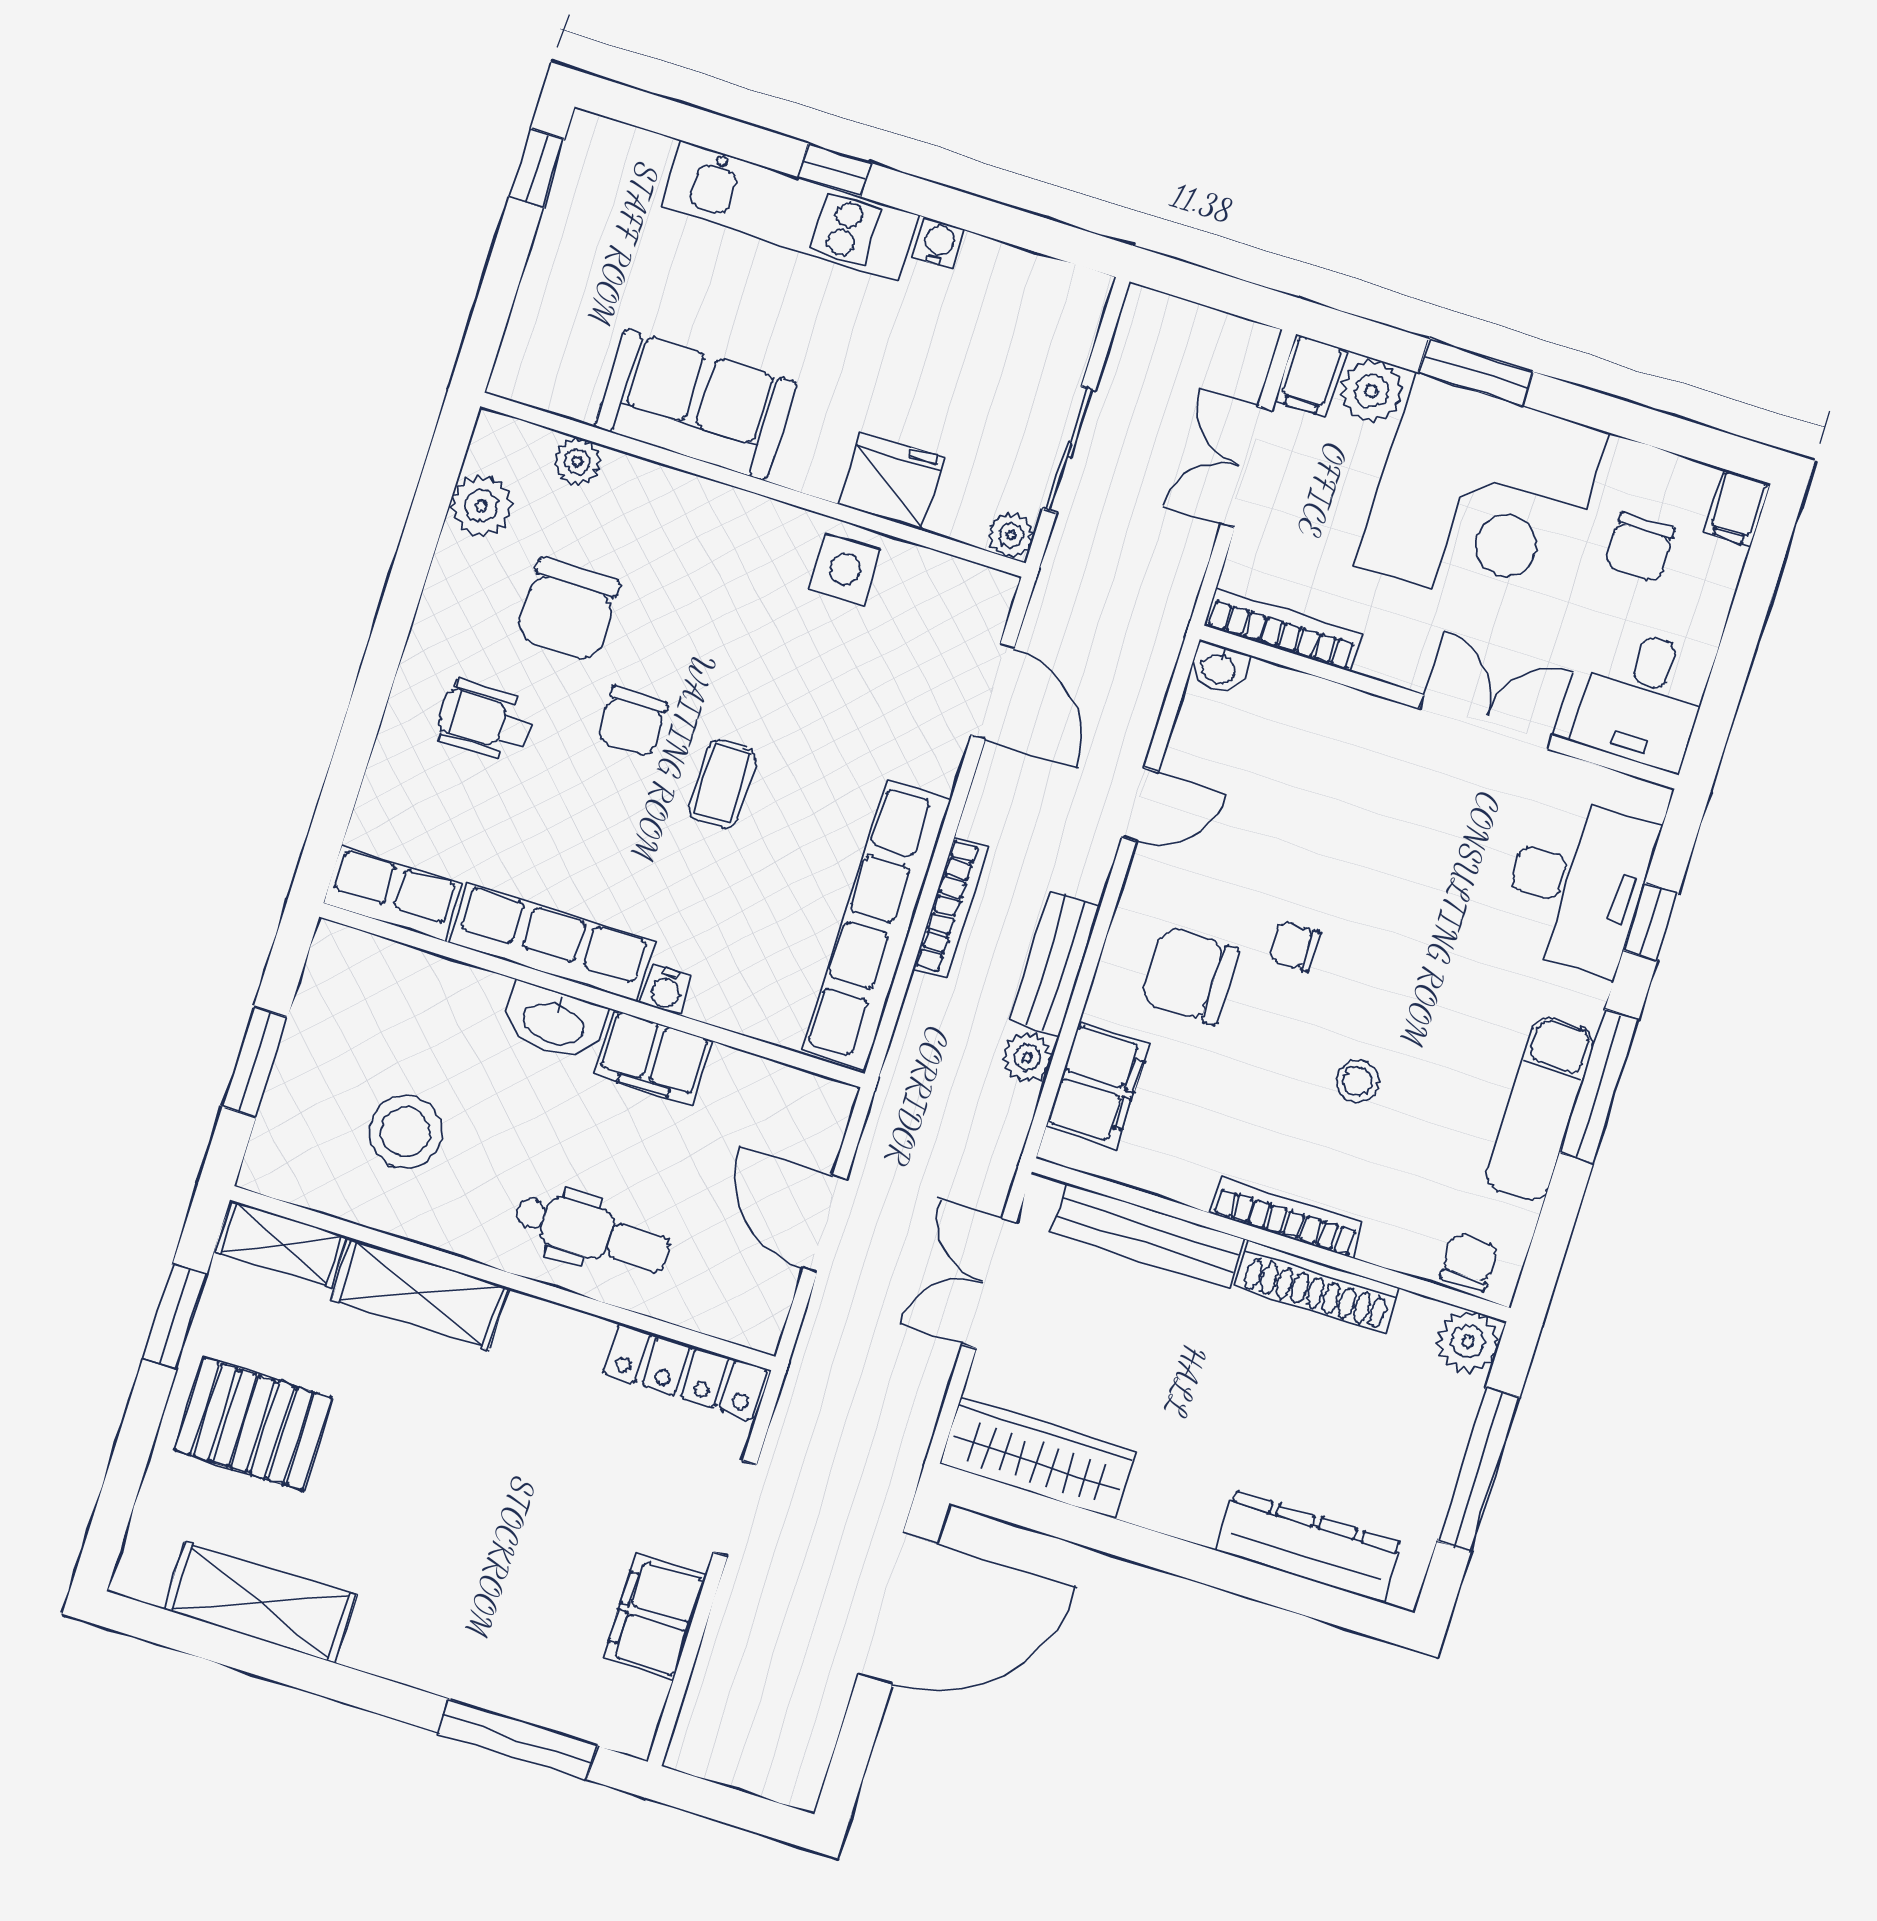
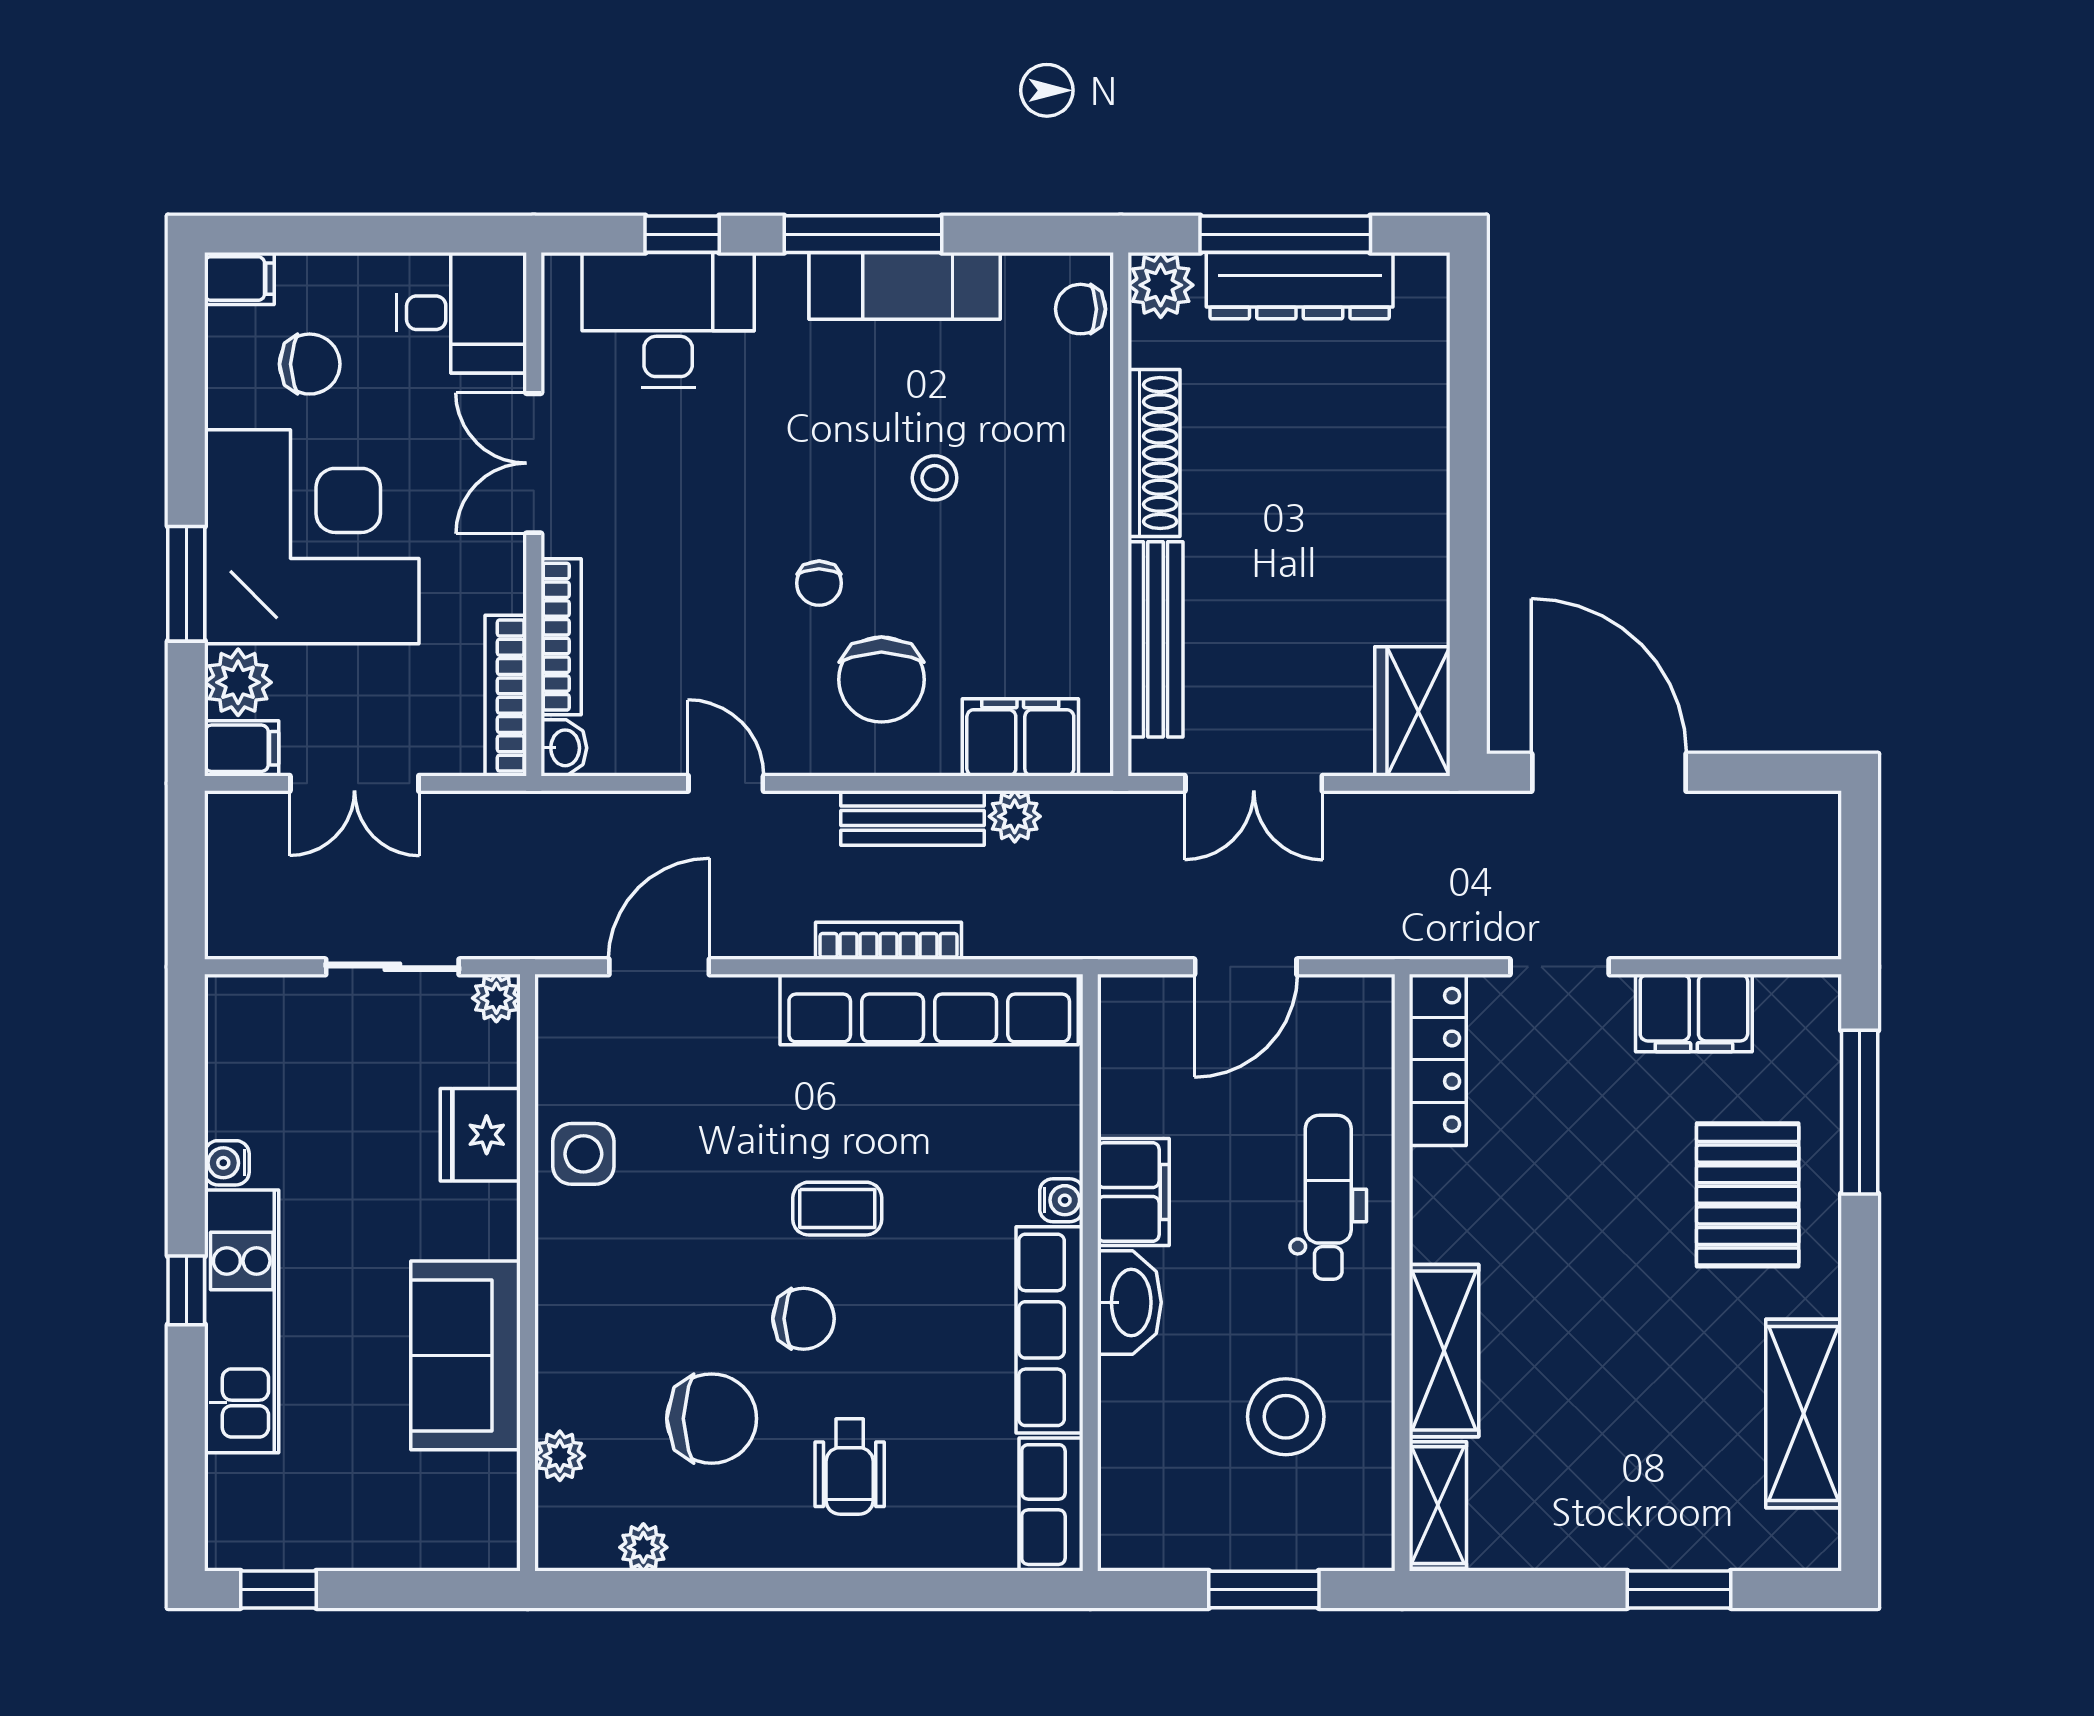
plant: (481, 506) -> (643, 1547), width x0.73, depth x0.73
bookcase: (1287, 1217) -> (561, 637), moved, turned 180
window: (175, 1316) -> (1679, 1589), moved
pallet: (253, 1424) -> (1748, 1195), moved
wardrobe: (1038, 1457) -> (1412, 711), width x0.67
dresser: (1309, 1547) -> (1300, 286), moved, turned -90

